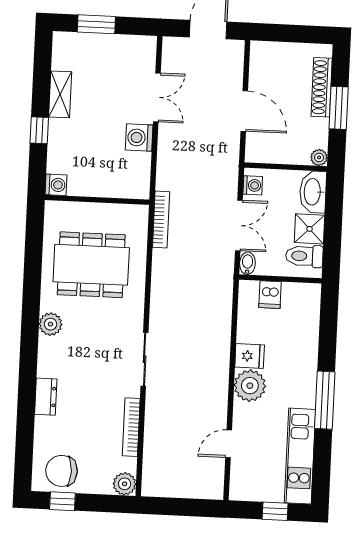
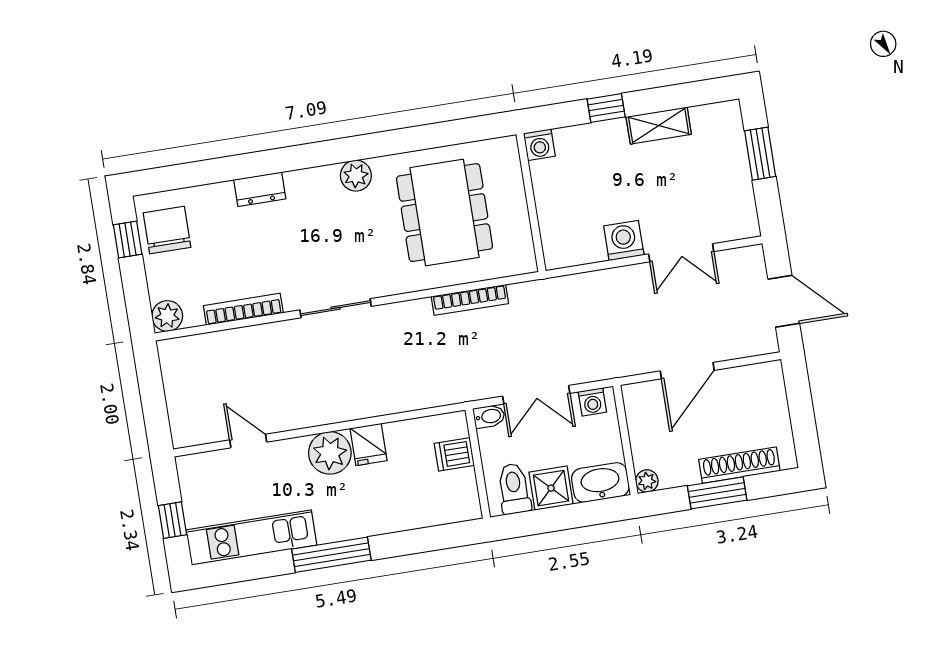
bookcase: (161, 219) -> (470, 300), moved

